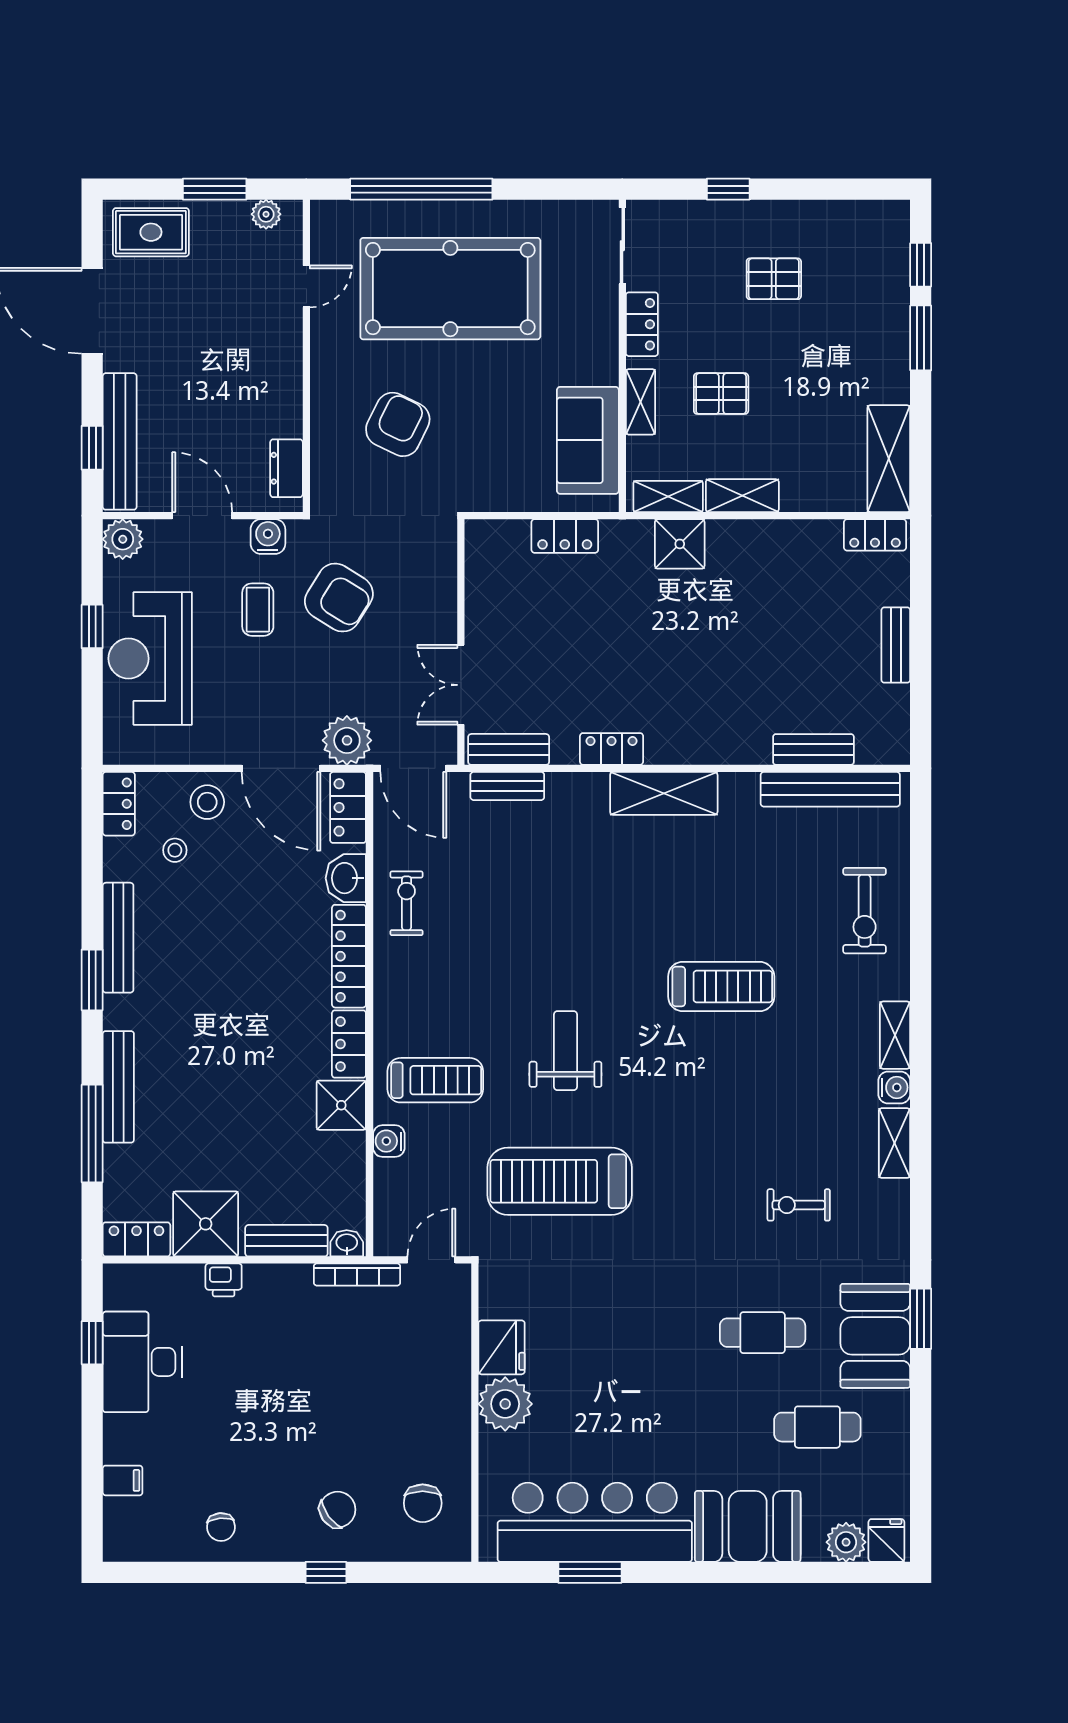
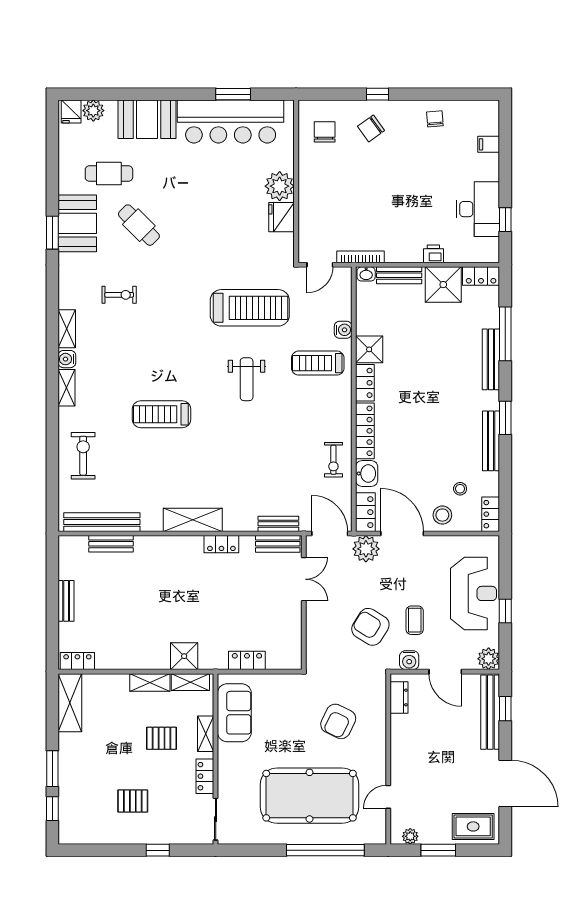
cafe table: (763, 1333) -> (139, 225), turned 45

